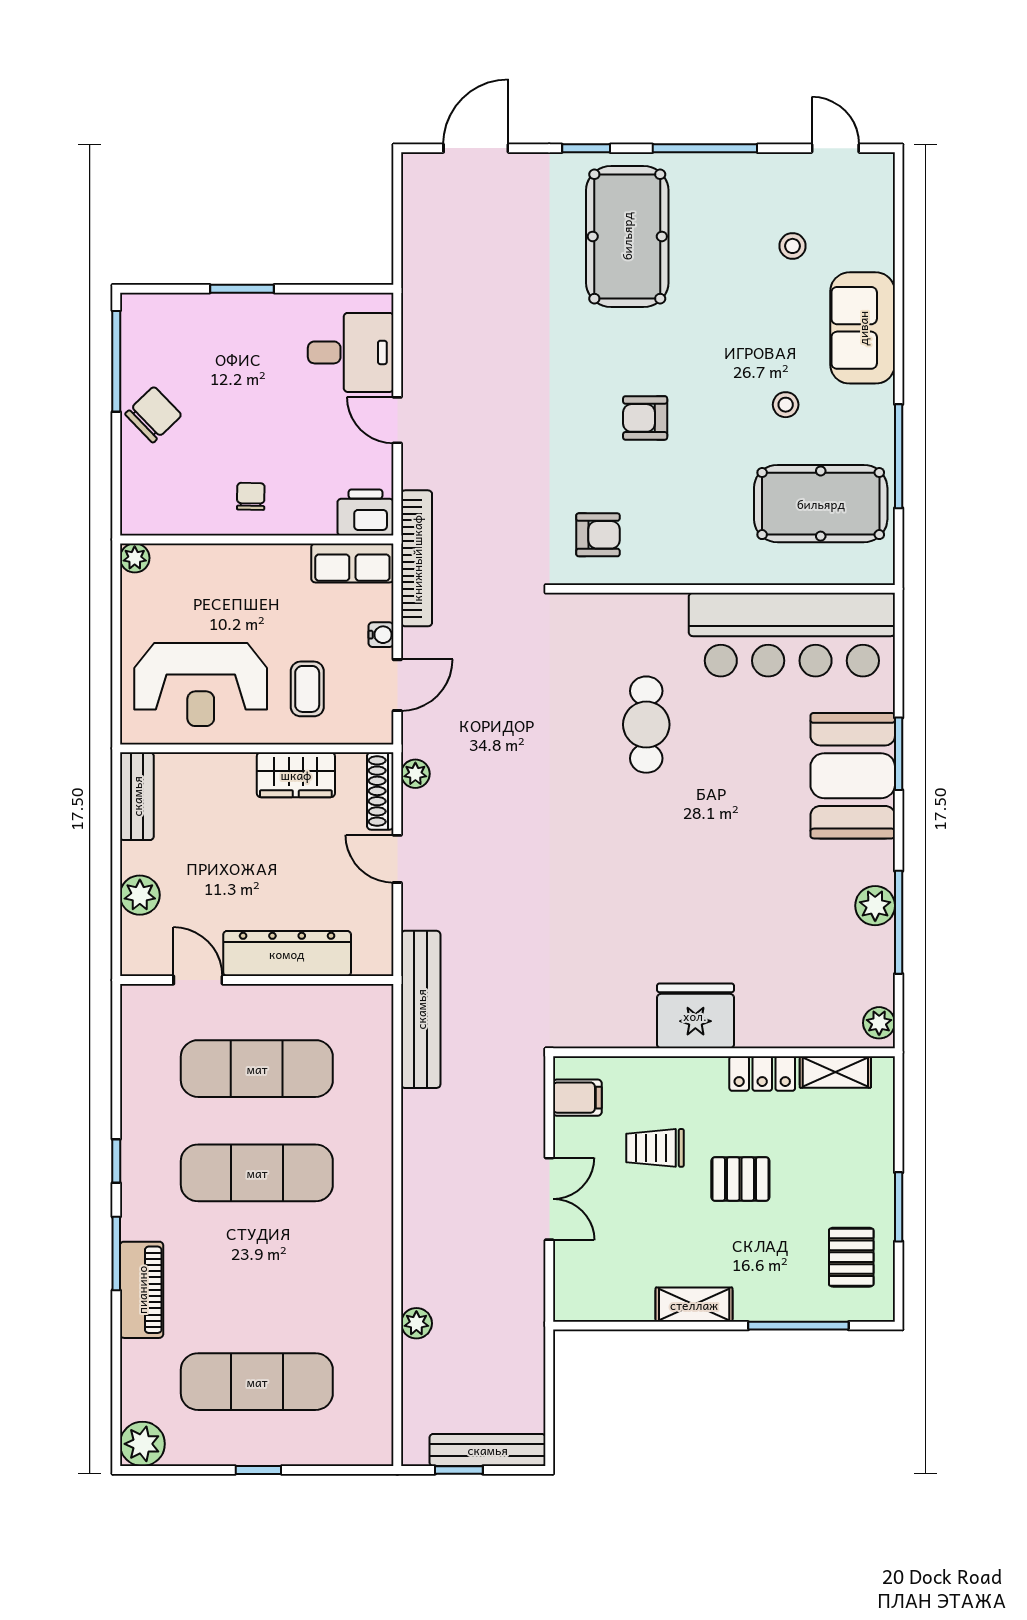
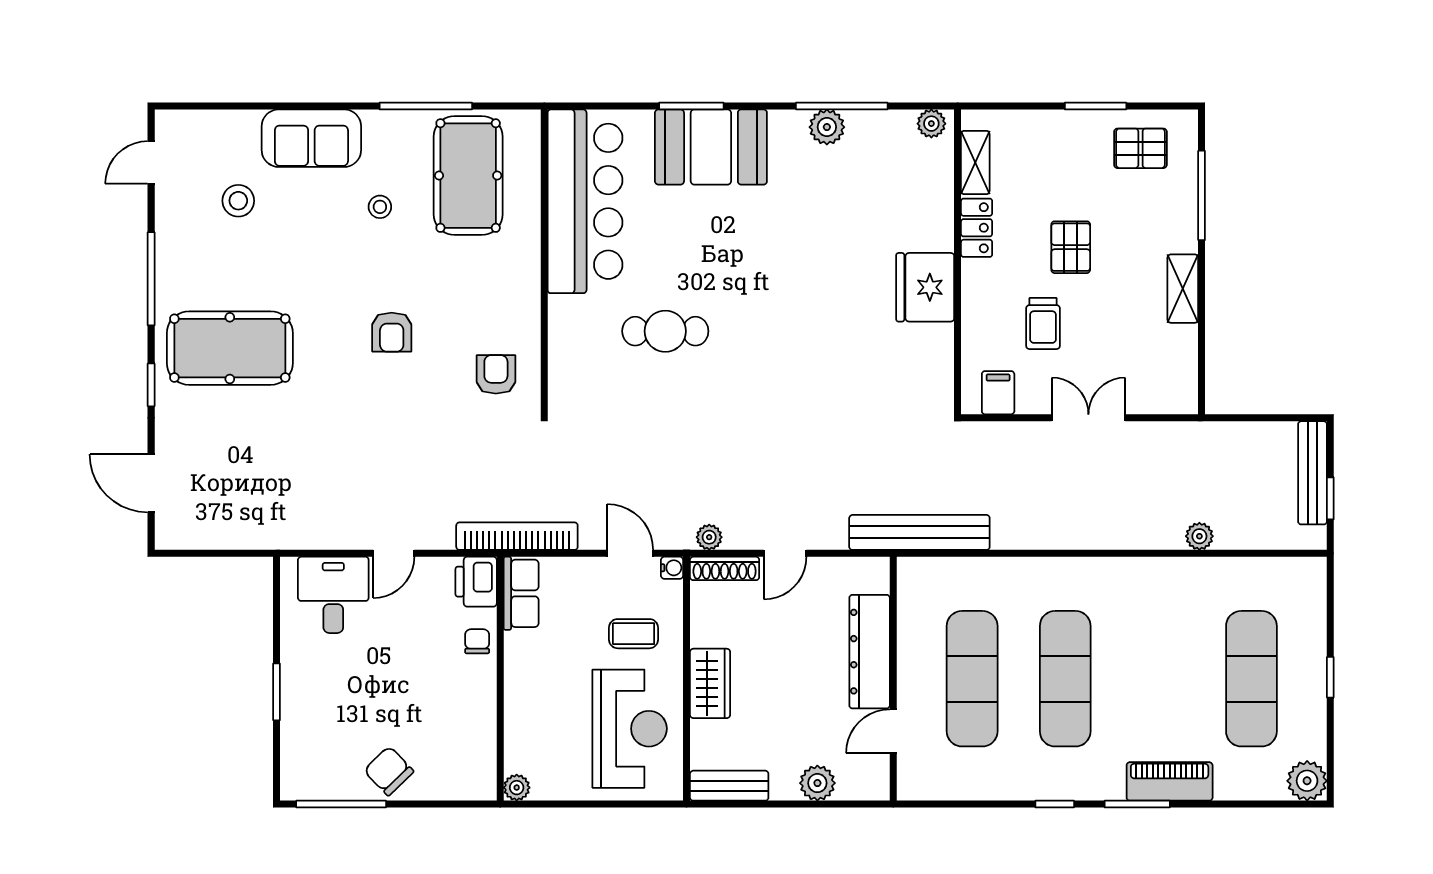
stool: (792, 246) -> (238, 201), width x1.37, depth x1.37
chair: (251, 496) -> (477, 641), moved, turned 89
water cooler: (381, 635) -> (672, 568), moved, turned 90
wardrobe: (296, 775) -> (710, 683), moved

